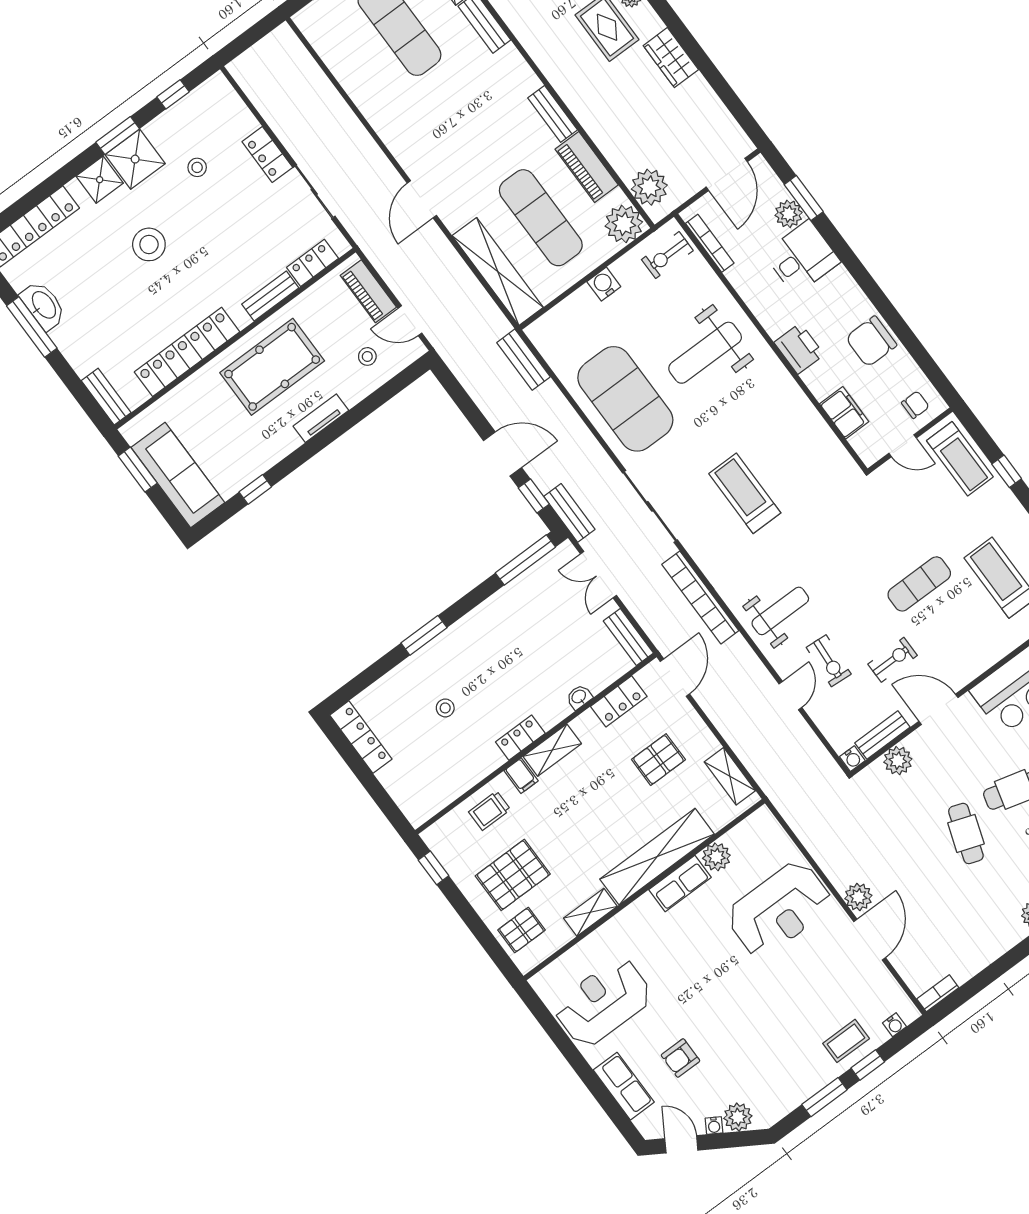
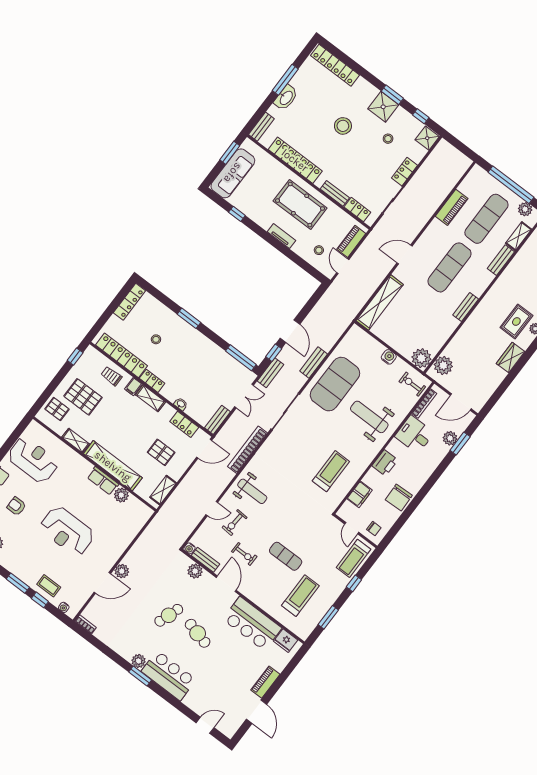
piano: (587, 167) -> (452, 207), moved, turned 180
shower: (100, 180) -> (427, 138), moved
exercise mat: (541, 218) -> (449, 267), moved
desk: (802, 257) -> (414, 435), moved, turned 180
washbasin: (43, 305) -> (286, 98), moved
chair: (871, 341) -> (399, 498), turned -92
bench: (524, 360) -> (314, 362), moved
treadmill: (745, 493) -> (331, 471), moved
double door: (598, 575) -> (244, 396), swing flipped
locker: (456, 781) -> (121, 355), added
reception desk: (779, 909) -> (67, 531), moved

